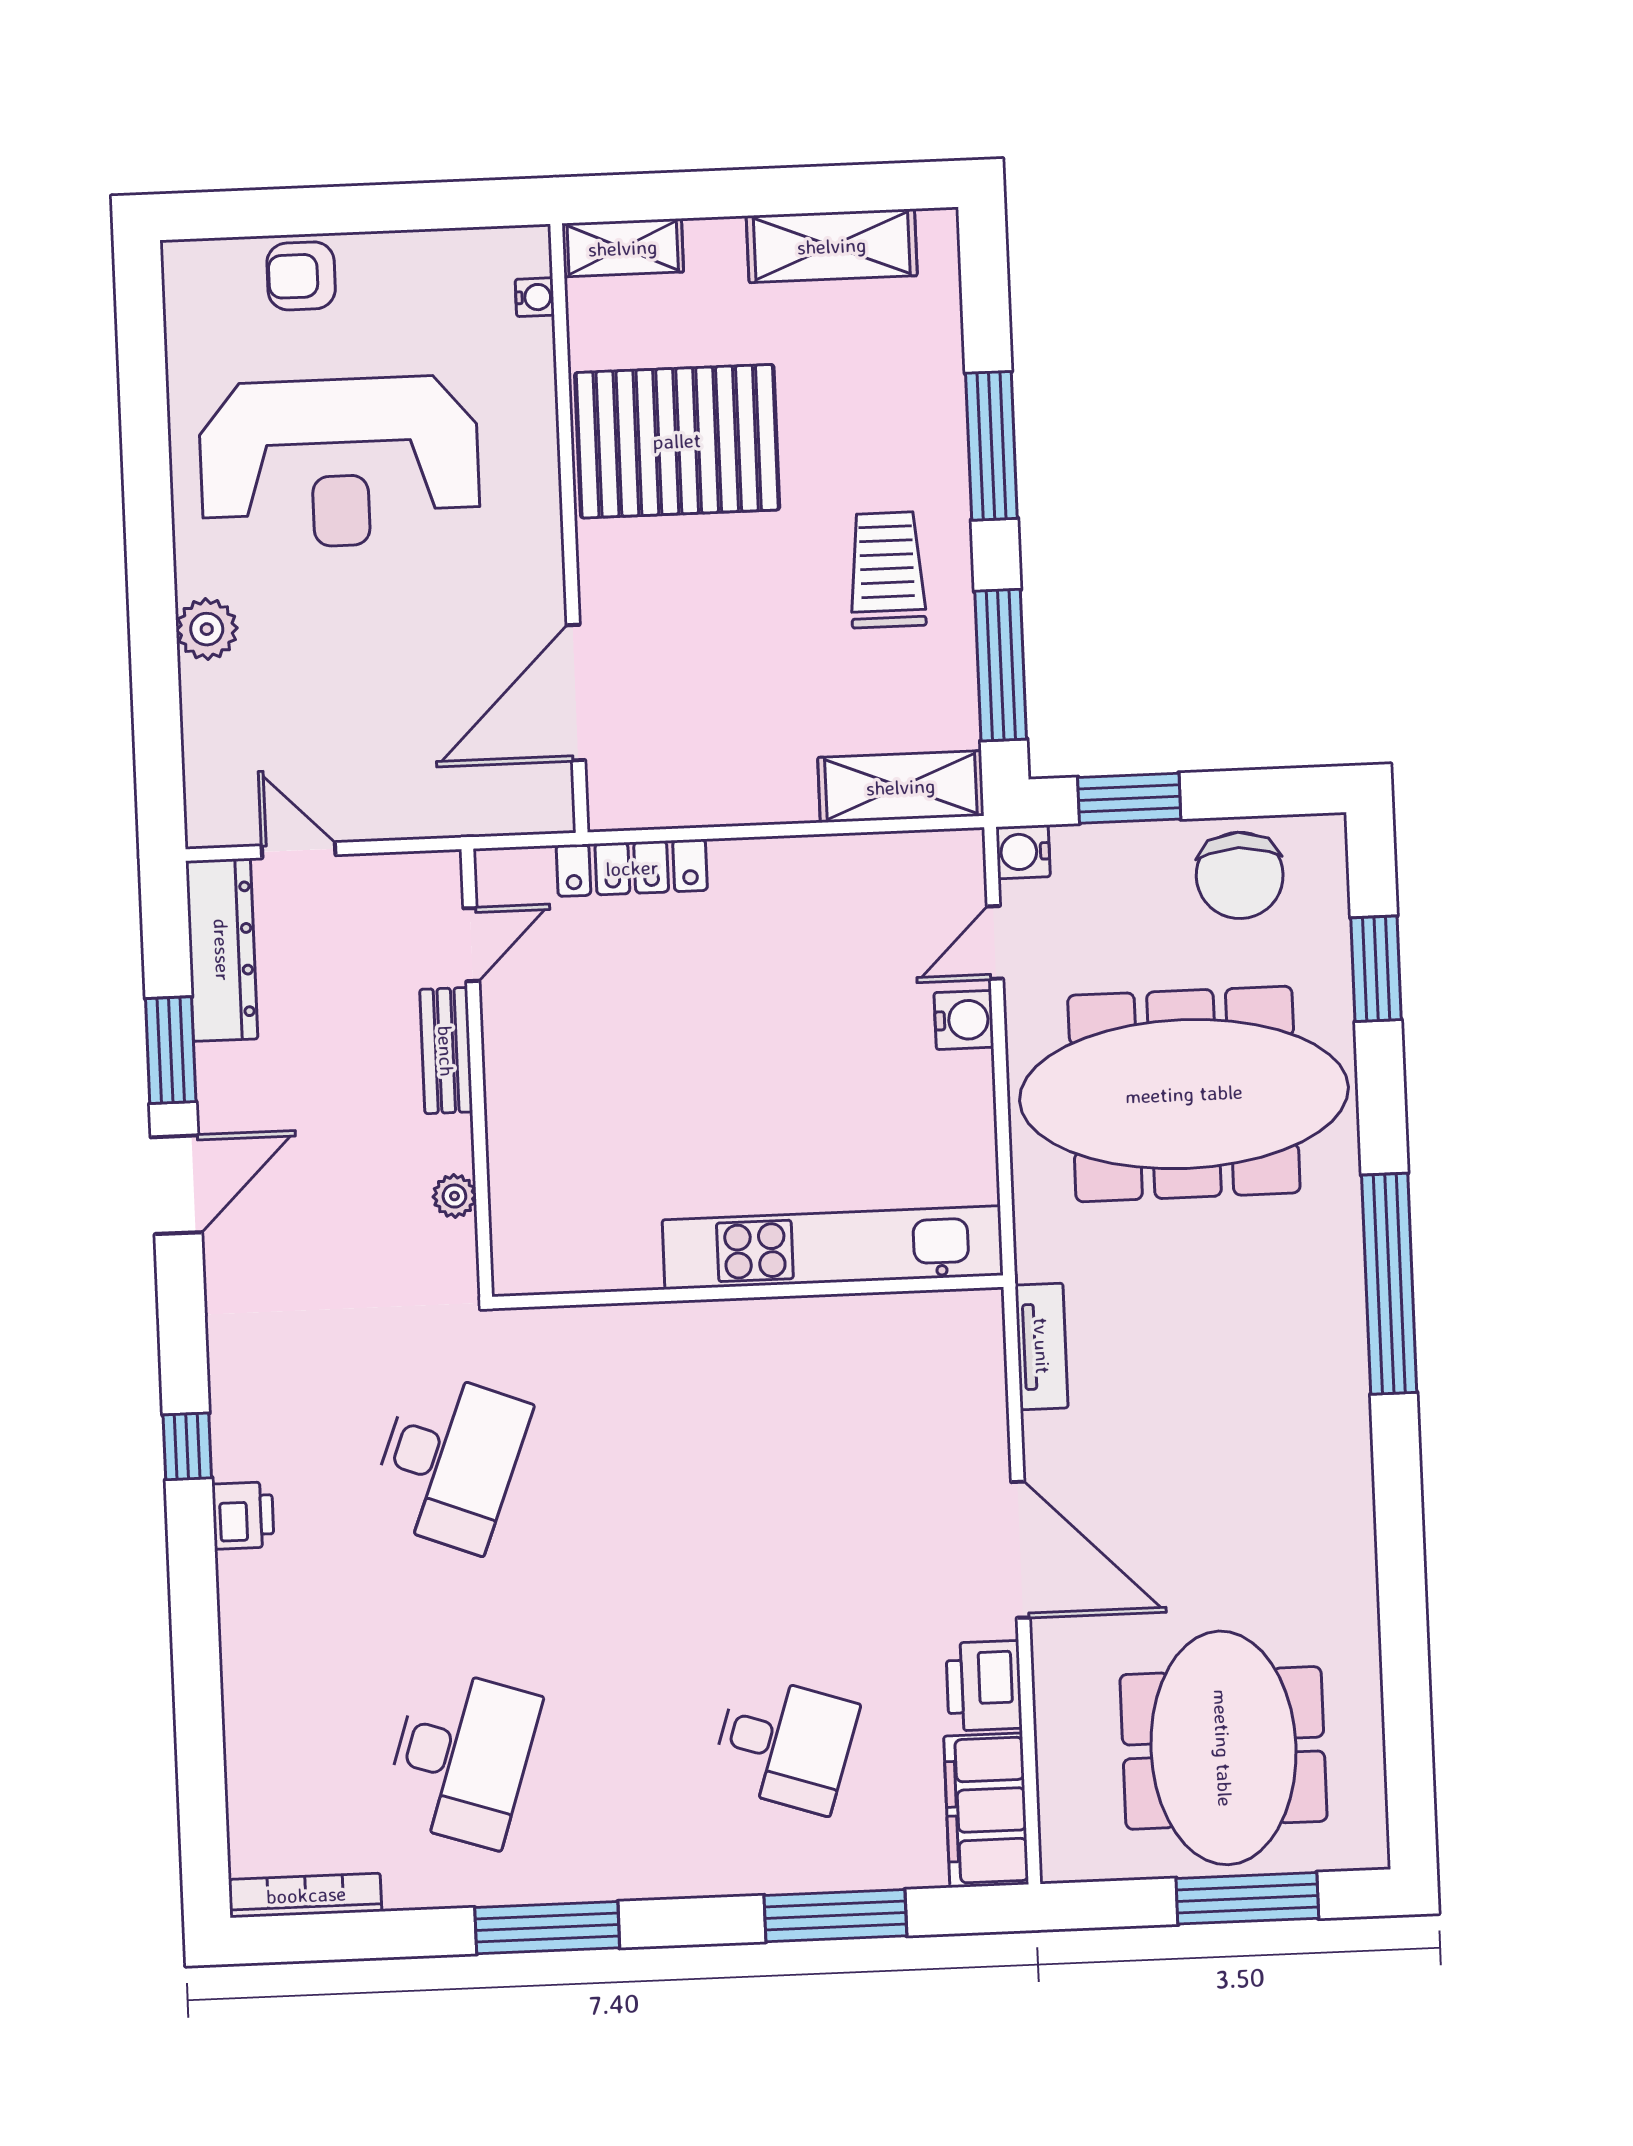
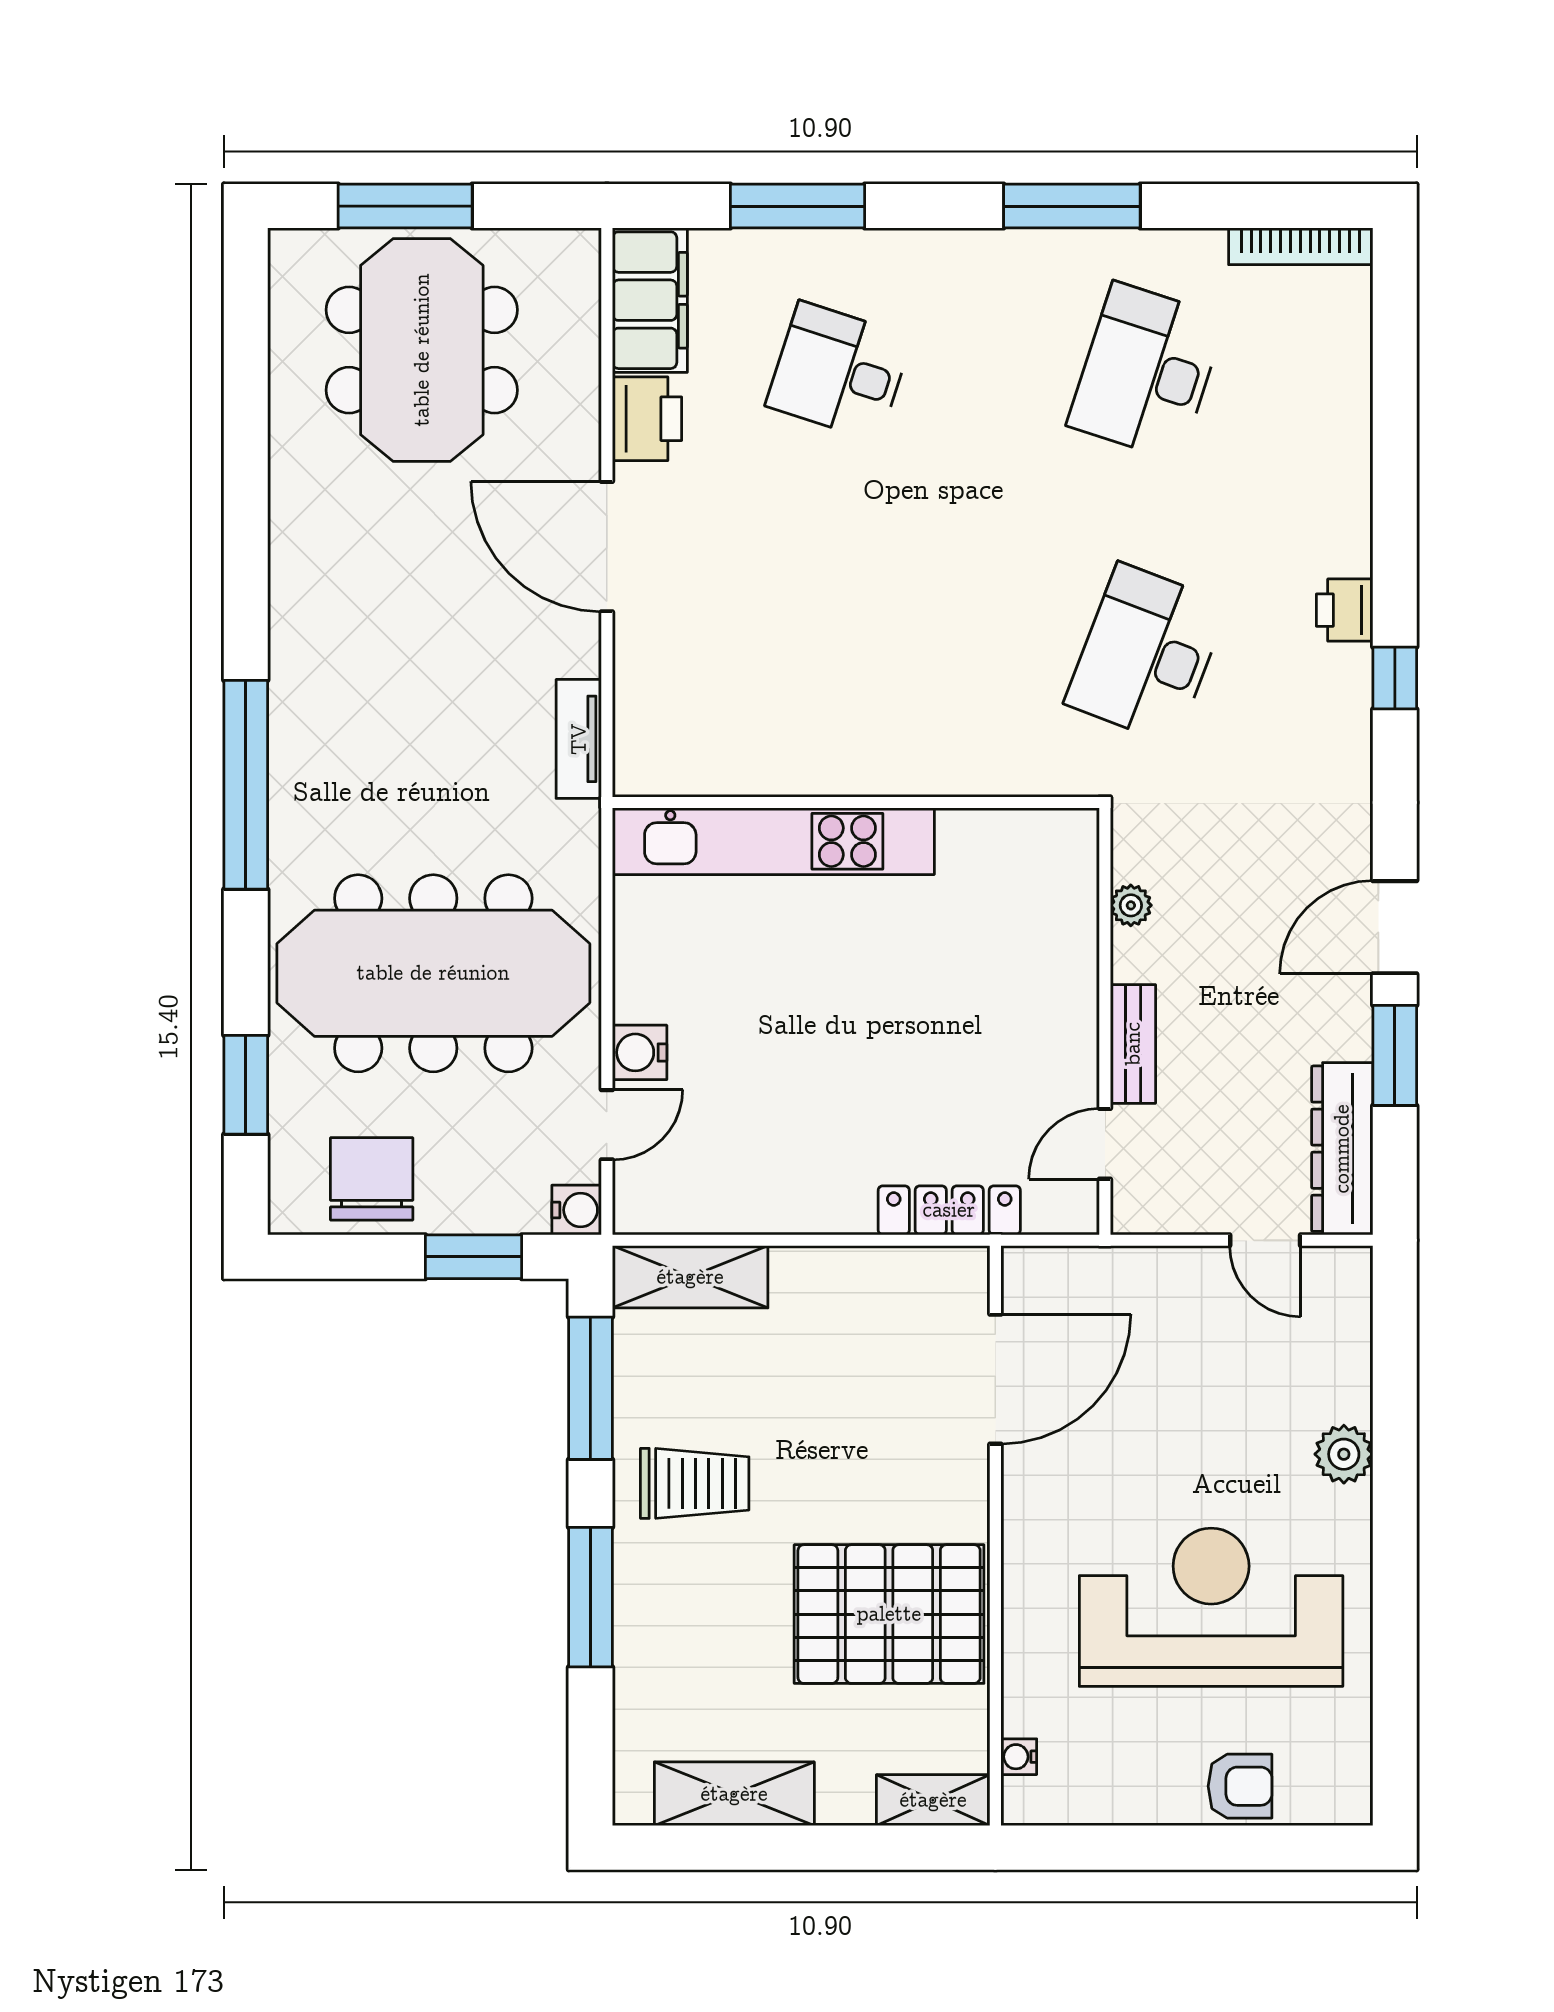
trolley: (887, 570) -> (695, 1483), turned -90

